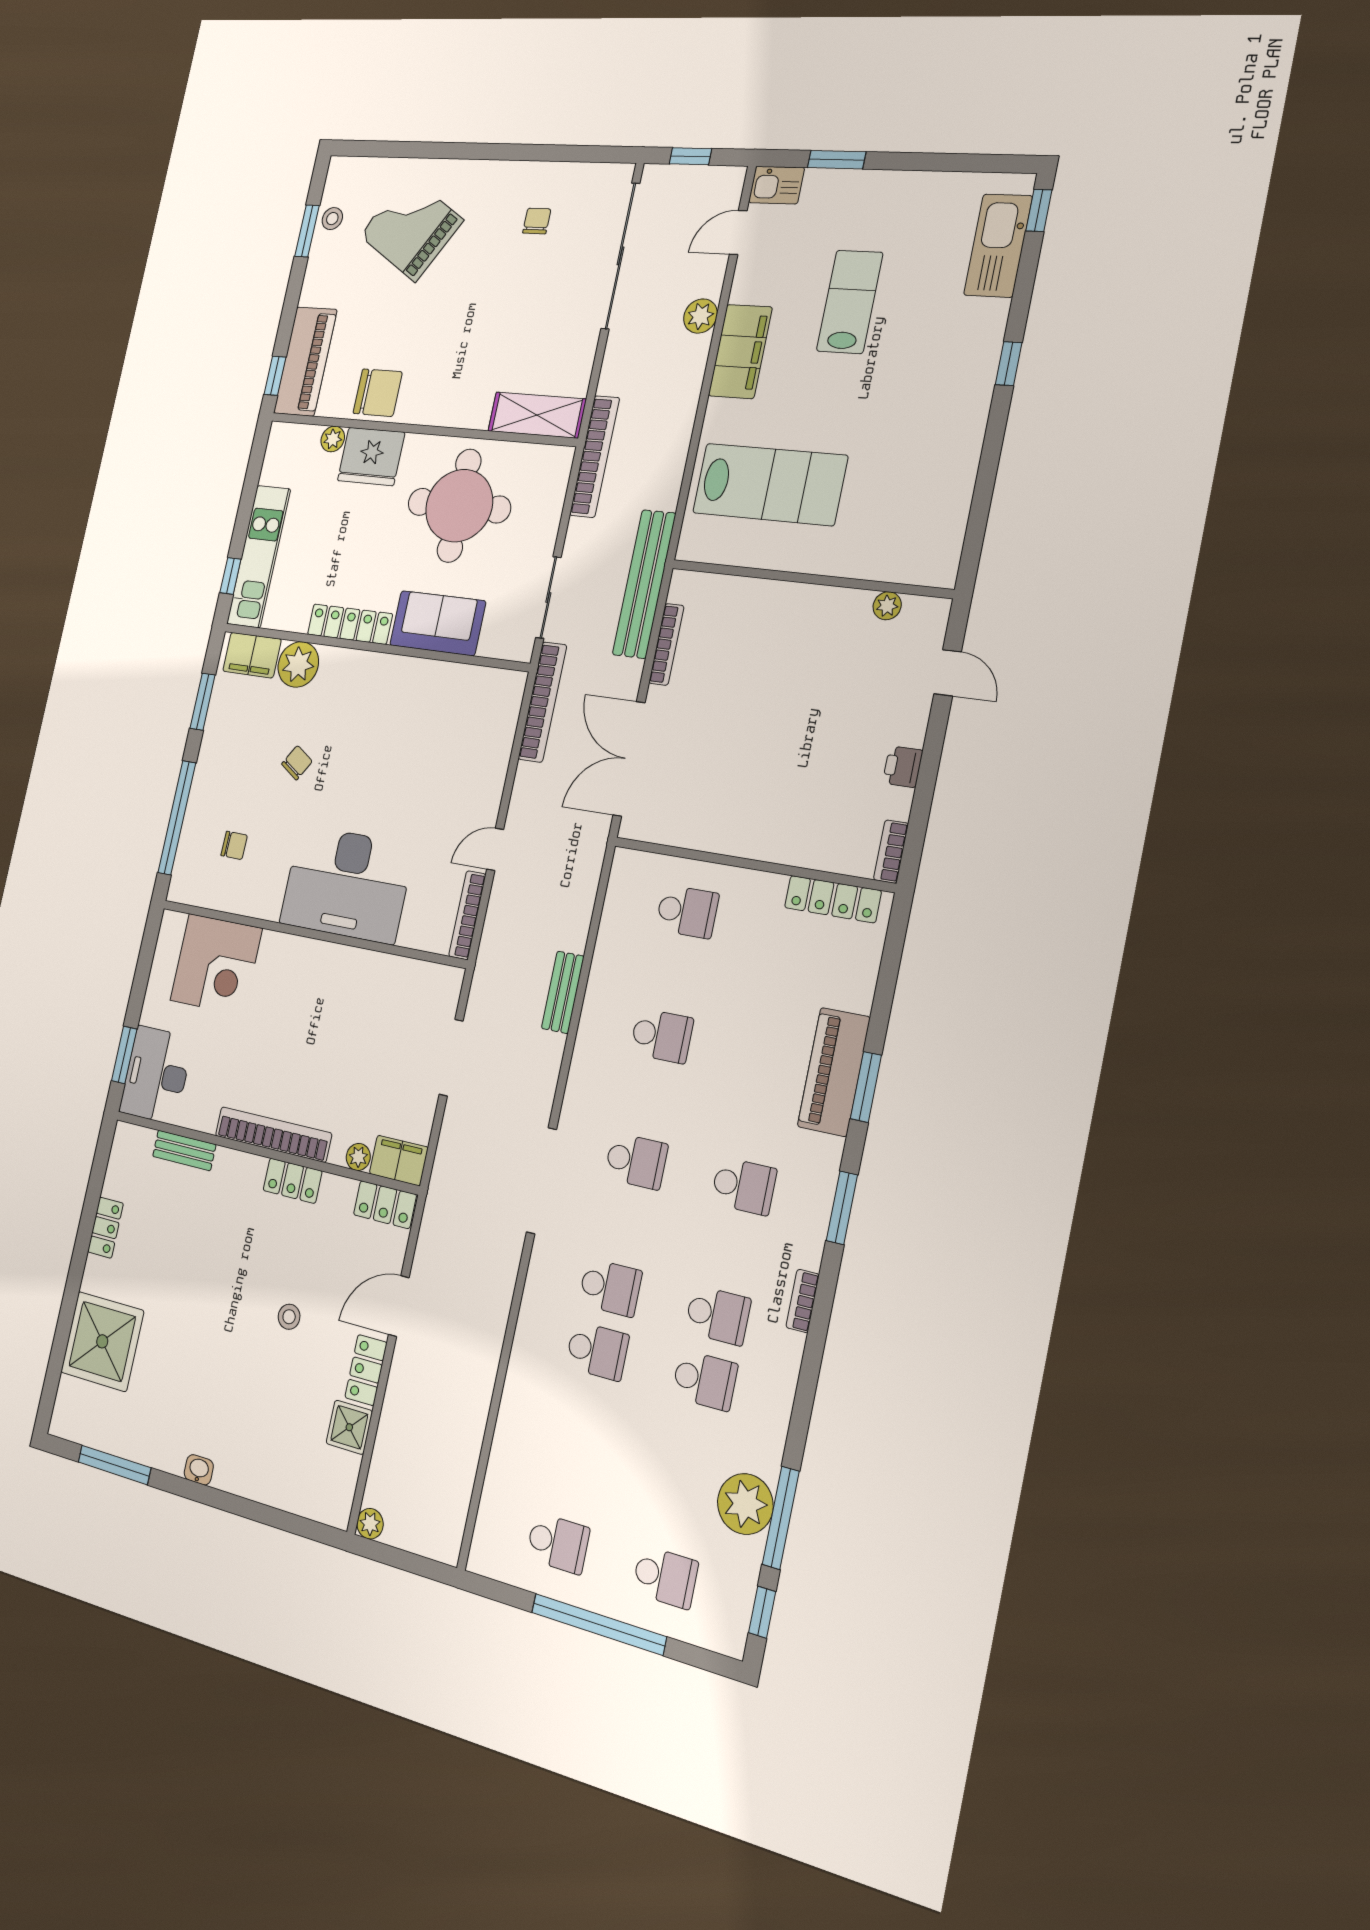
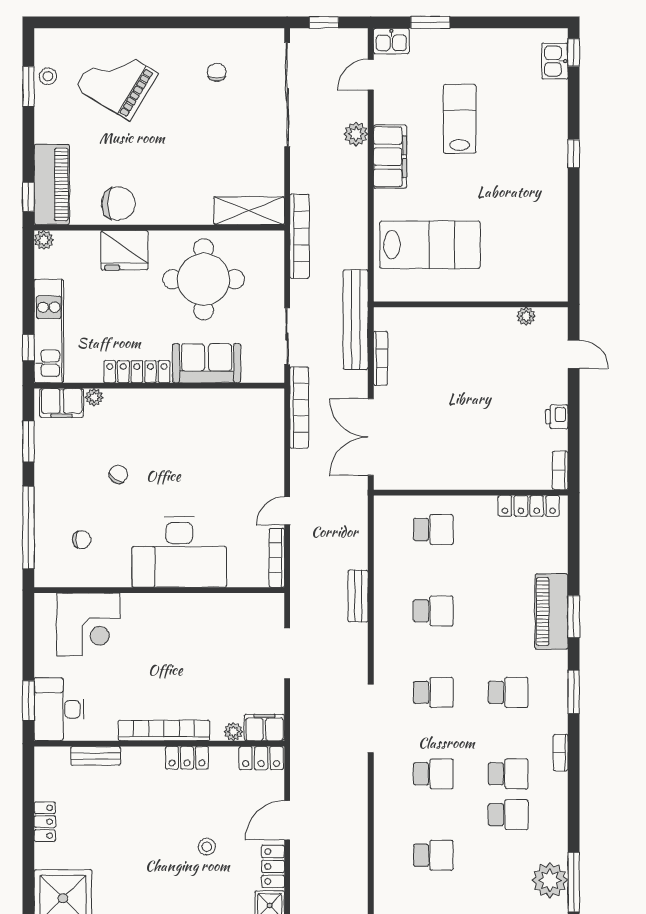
kitchen sink: (998, 246) -> (555, 61), width x0.53, depth x0.81
plant: (333, 439) -> (44, 240), moved
plant: (298, 664) -> (94, 397), width x0.53, depth x0.53
school desk: (597, 1351) -> (433, 855), moved

